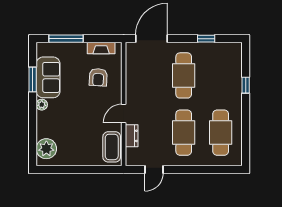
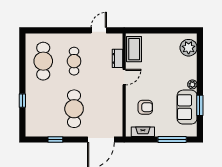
armchair: (98, 77) -> (145, 107), turned 87
cafe table: (184, 133) -> (74, 61), width x0.73, depth x0.74

